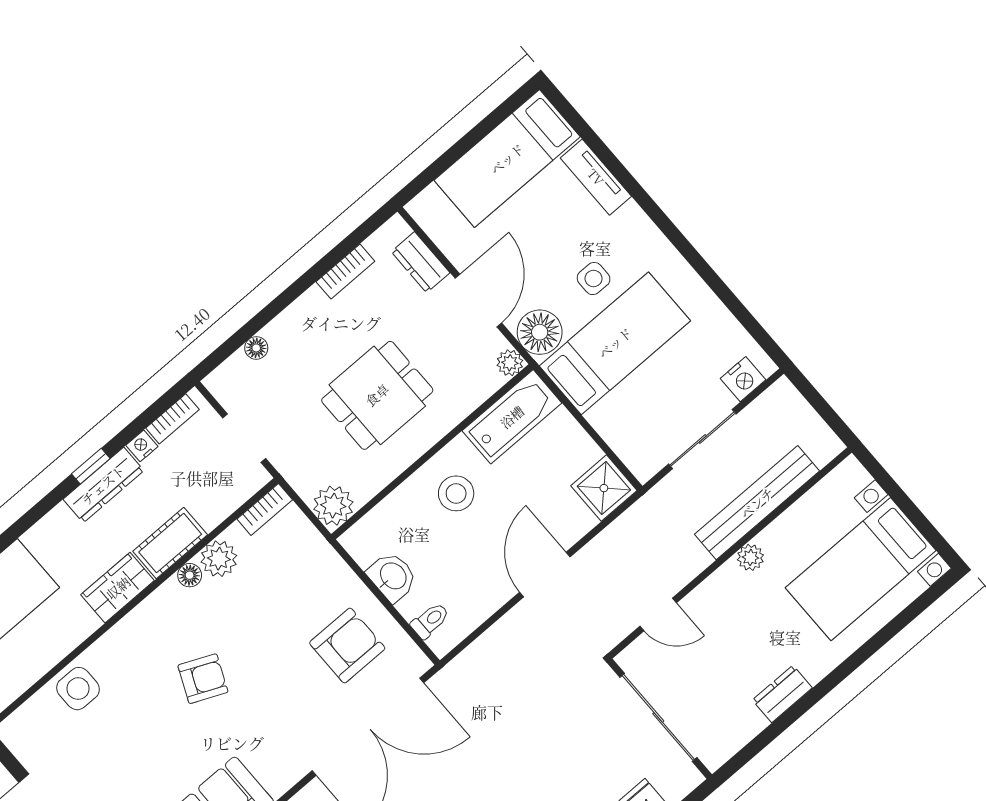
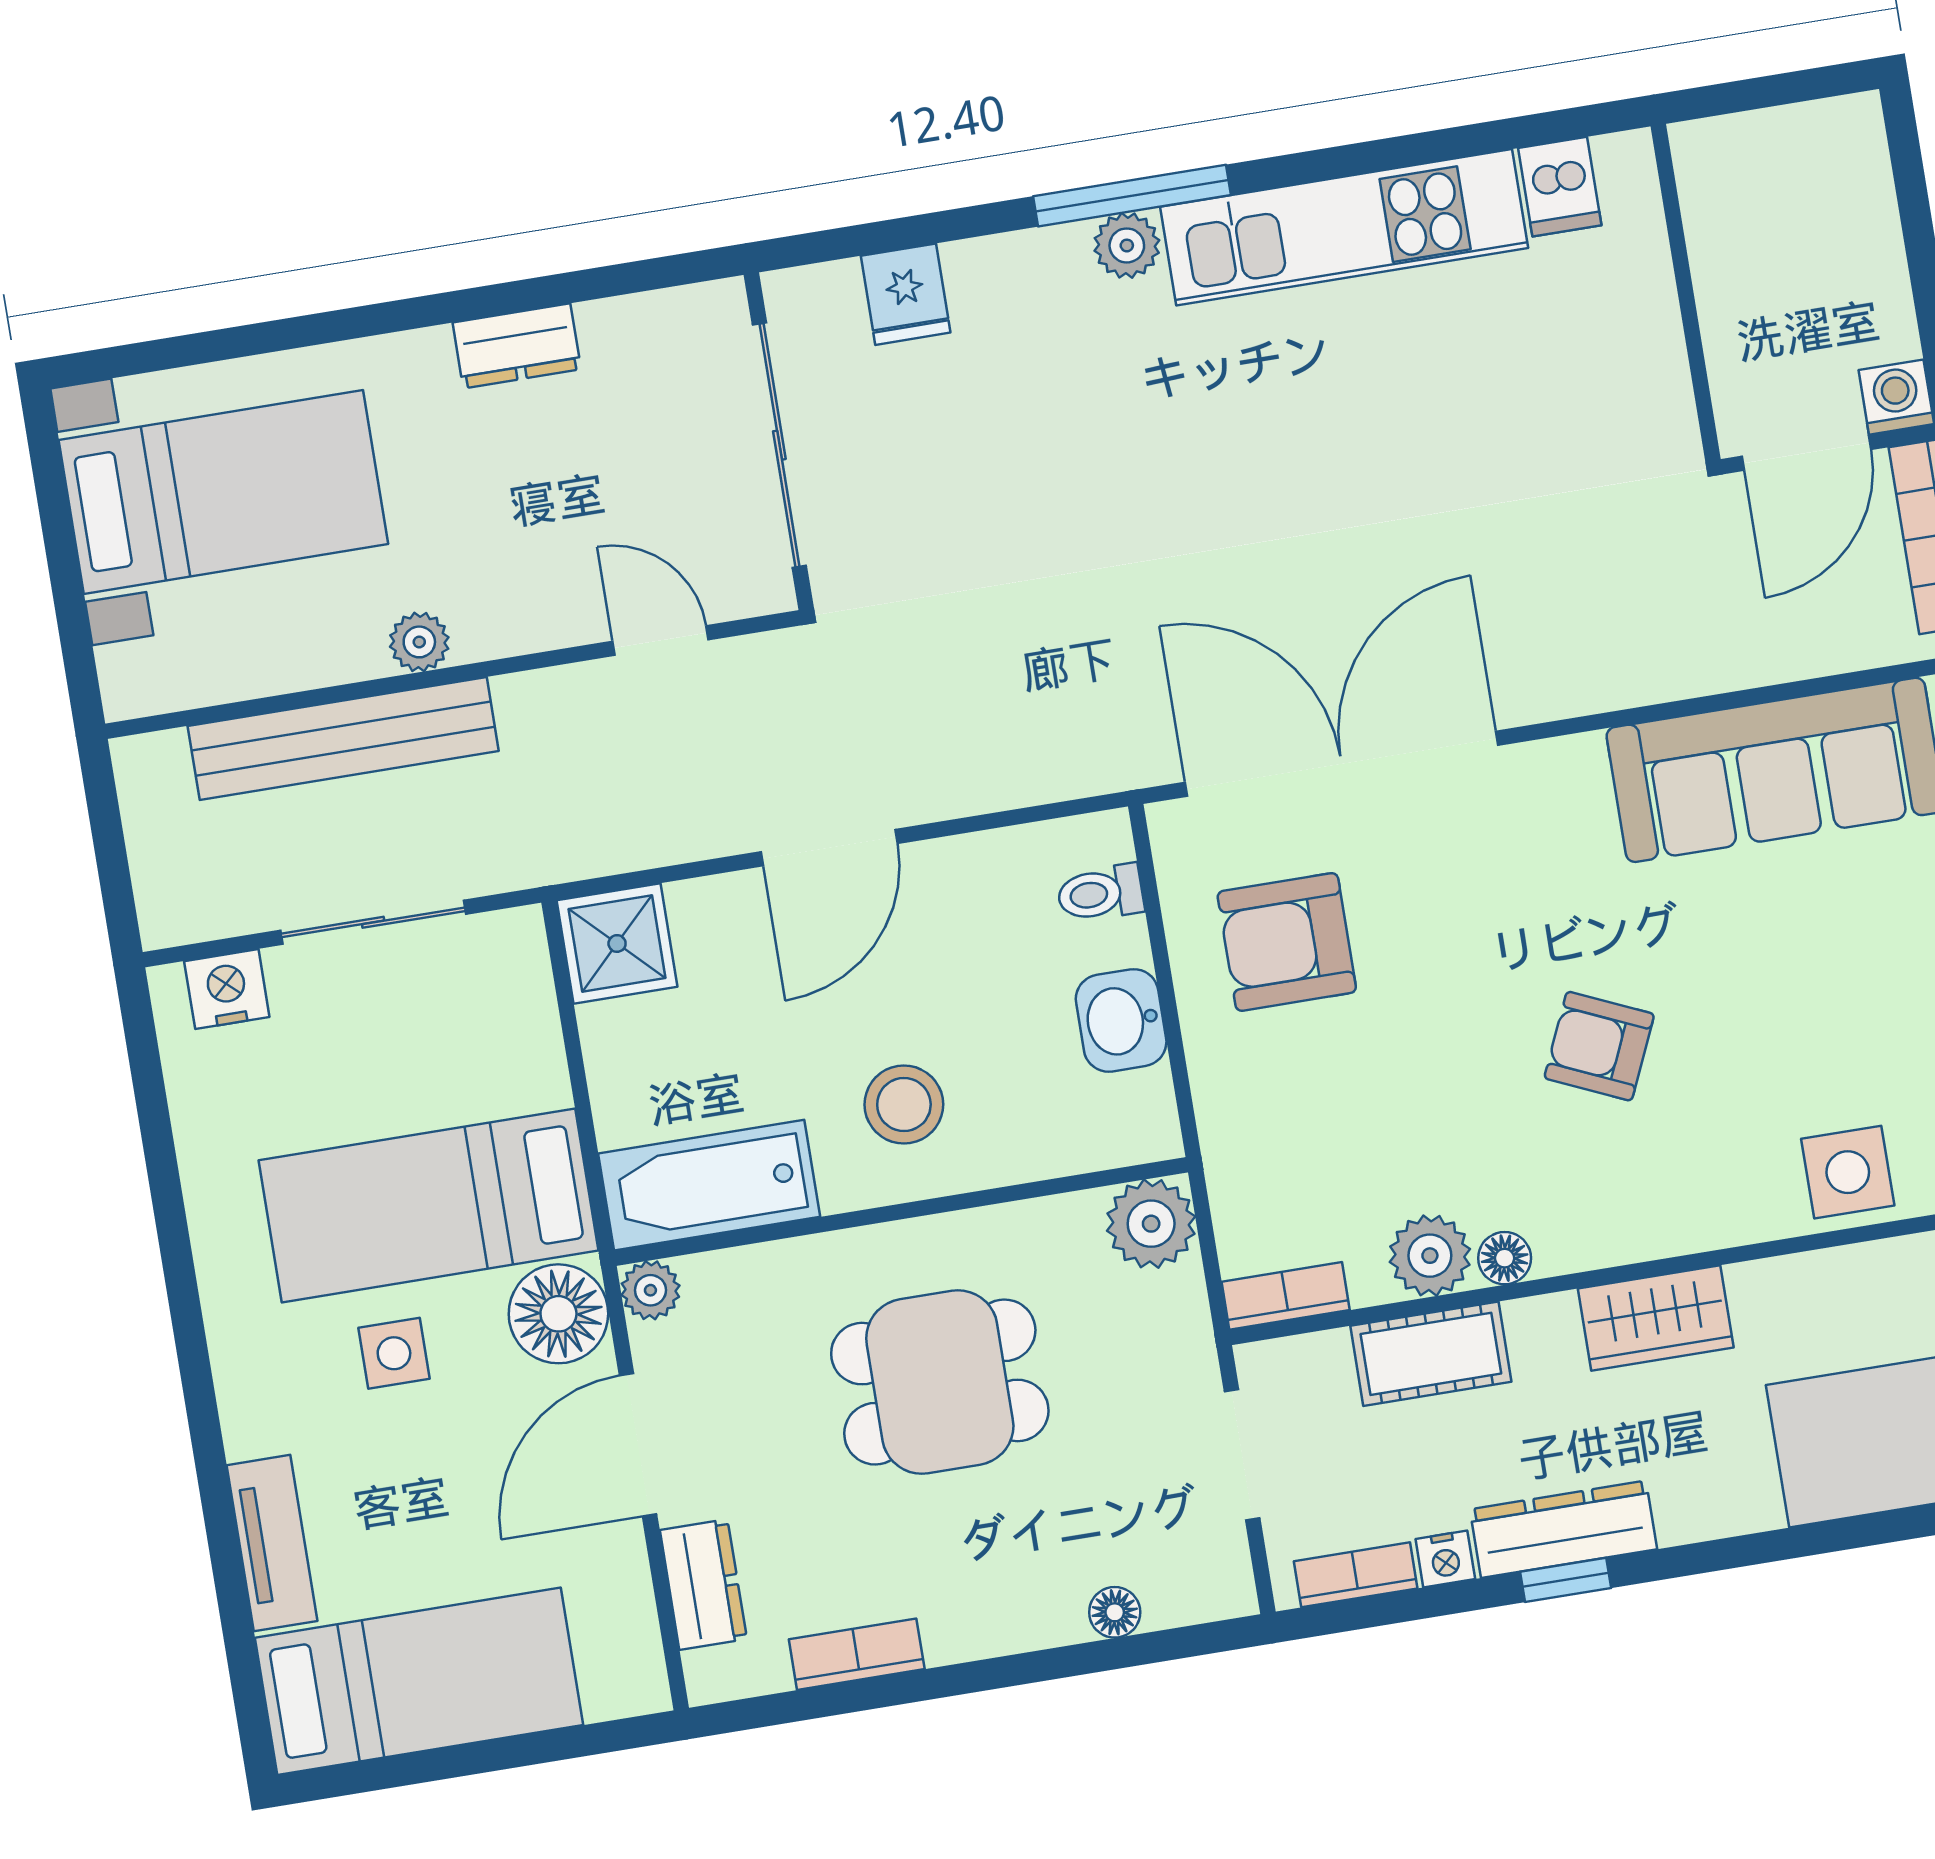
cot: (170, 543) -> (1431, 1354), moved

